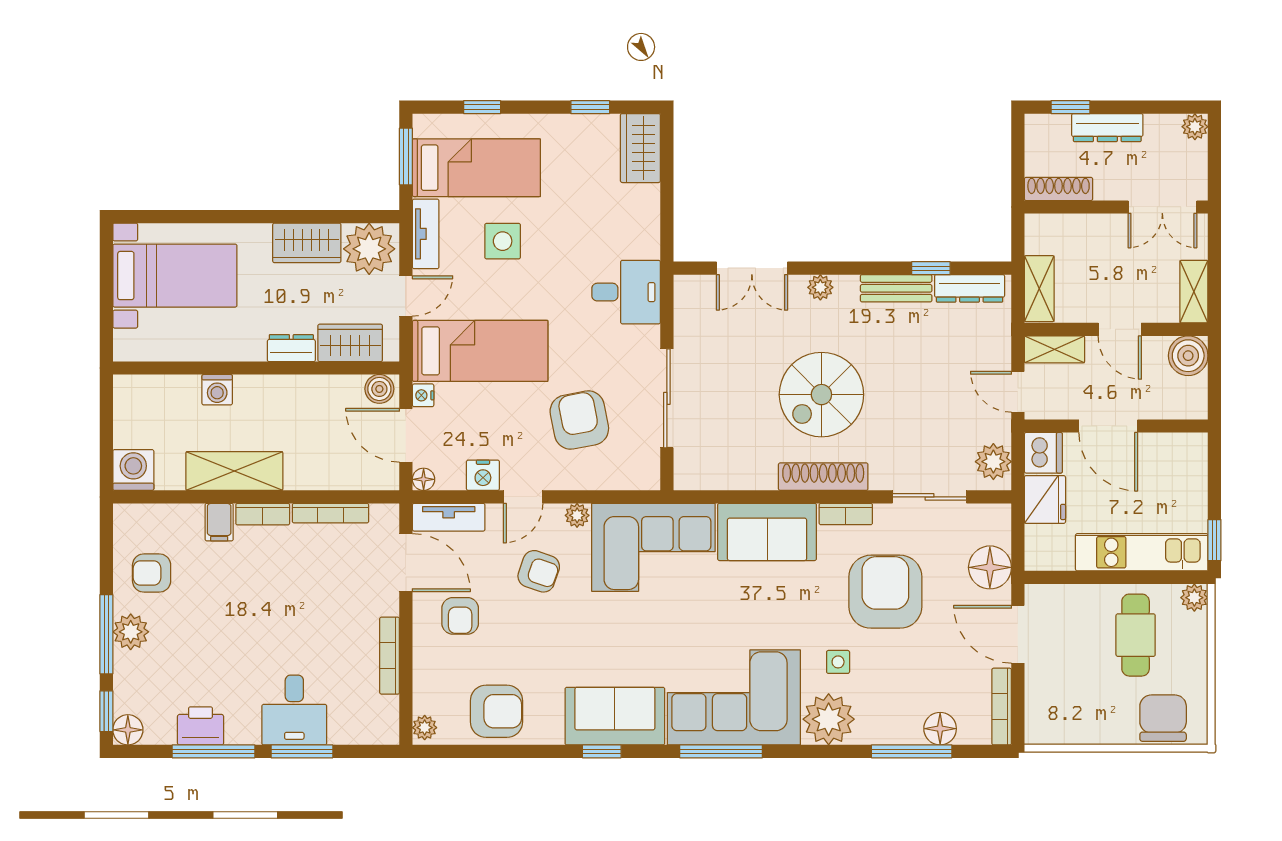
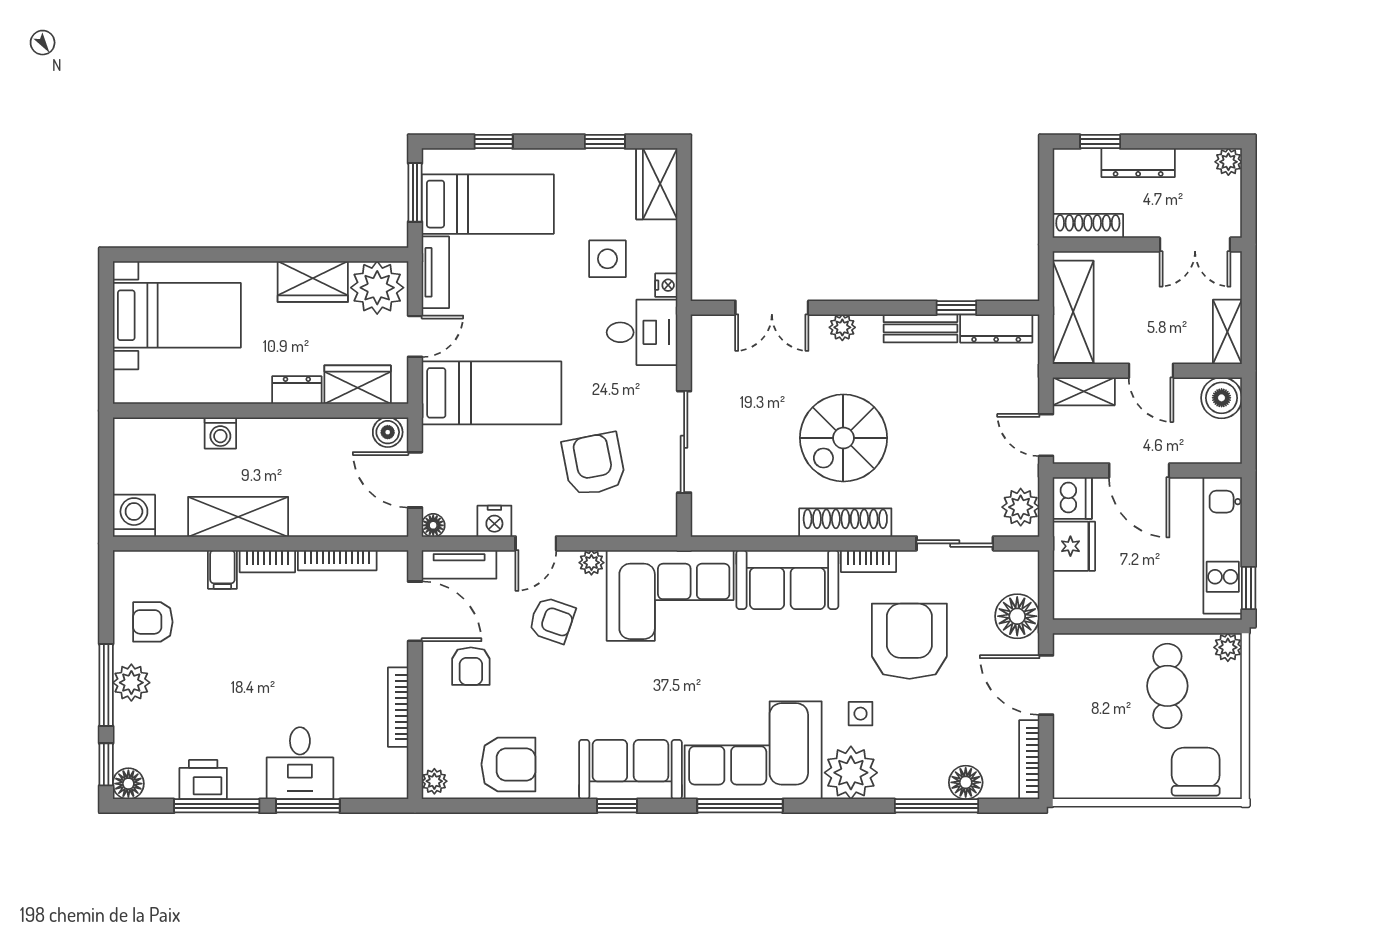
side table: (503, 241) -> (607, 259), moved
shelving: (1039, 289) -> (1073, 312), width x1.50, depth x1.33
nightstand: (423, 395) -> (666, 285), moved, turned 180
kitchen unit: (1142, 552) -> (1223, 545), moved, turned -90

